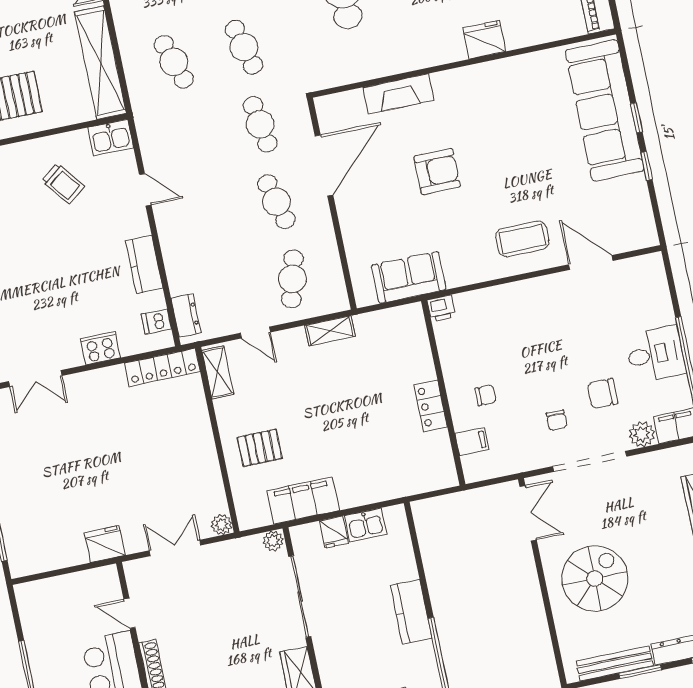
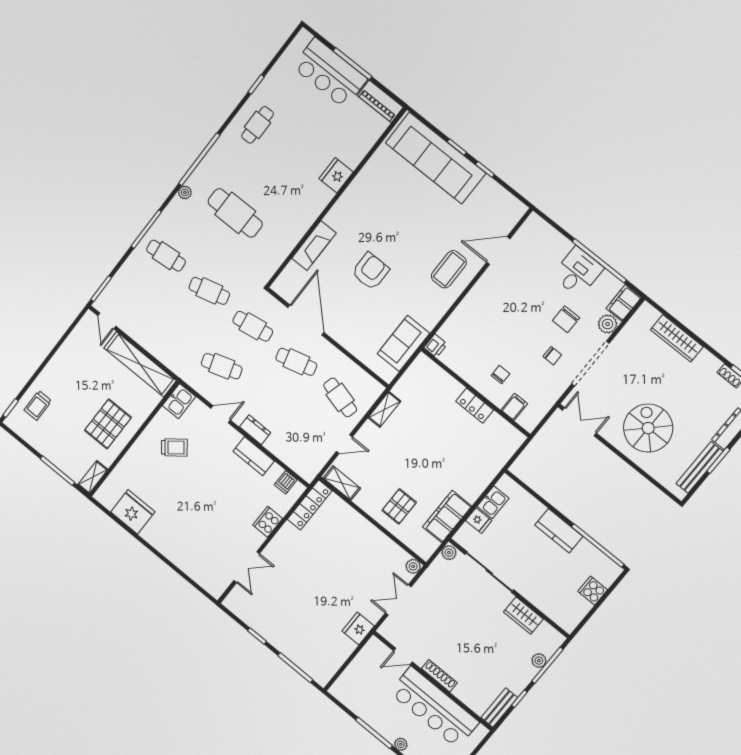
cafe table: (174, 62) -> (222, 366), moved
dresser: (186, 315) -> (255, 430), moved

